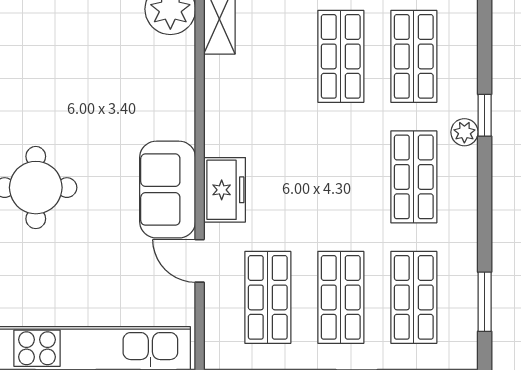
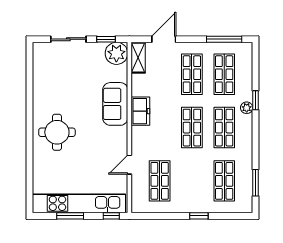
sofa: (168, 190) -> (115, 104), moved
freezer: (224, 190) -> (140, 111), moved
door: (200, 261) -> (129, 165), hinge flipped
shop shelf: (341, 297) -> (192, 128), moved

